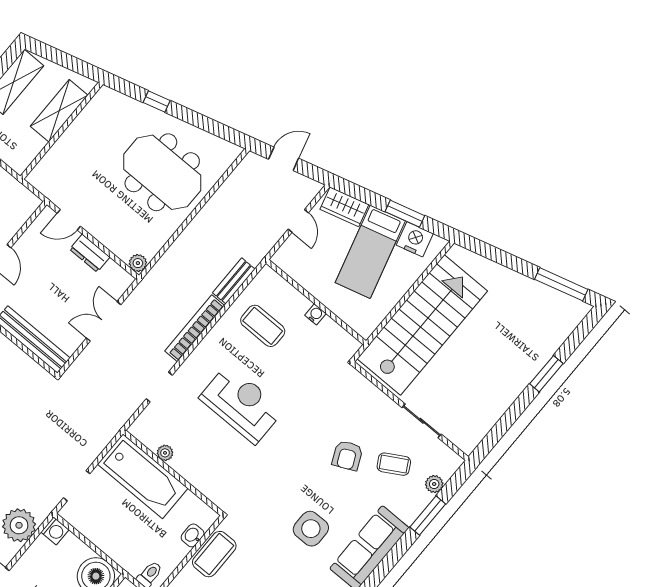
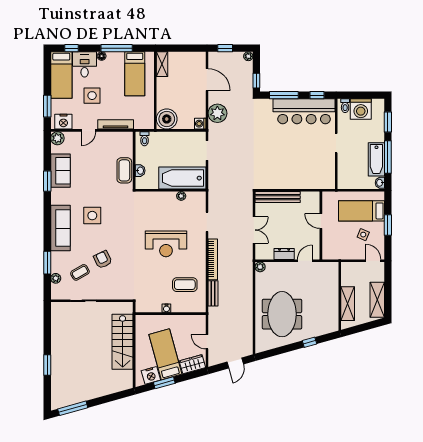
meeting table: (162, 172) -> (282, 314), turned 90
stairs: (422, 325) -> (123, 342), width x0.73, depth x0.66

